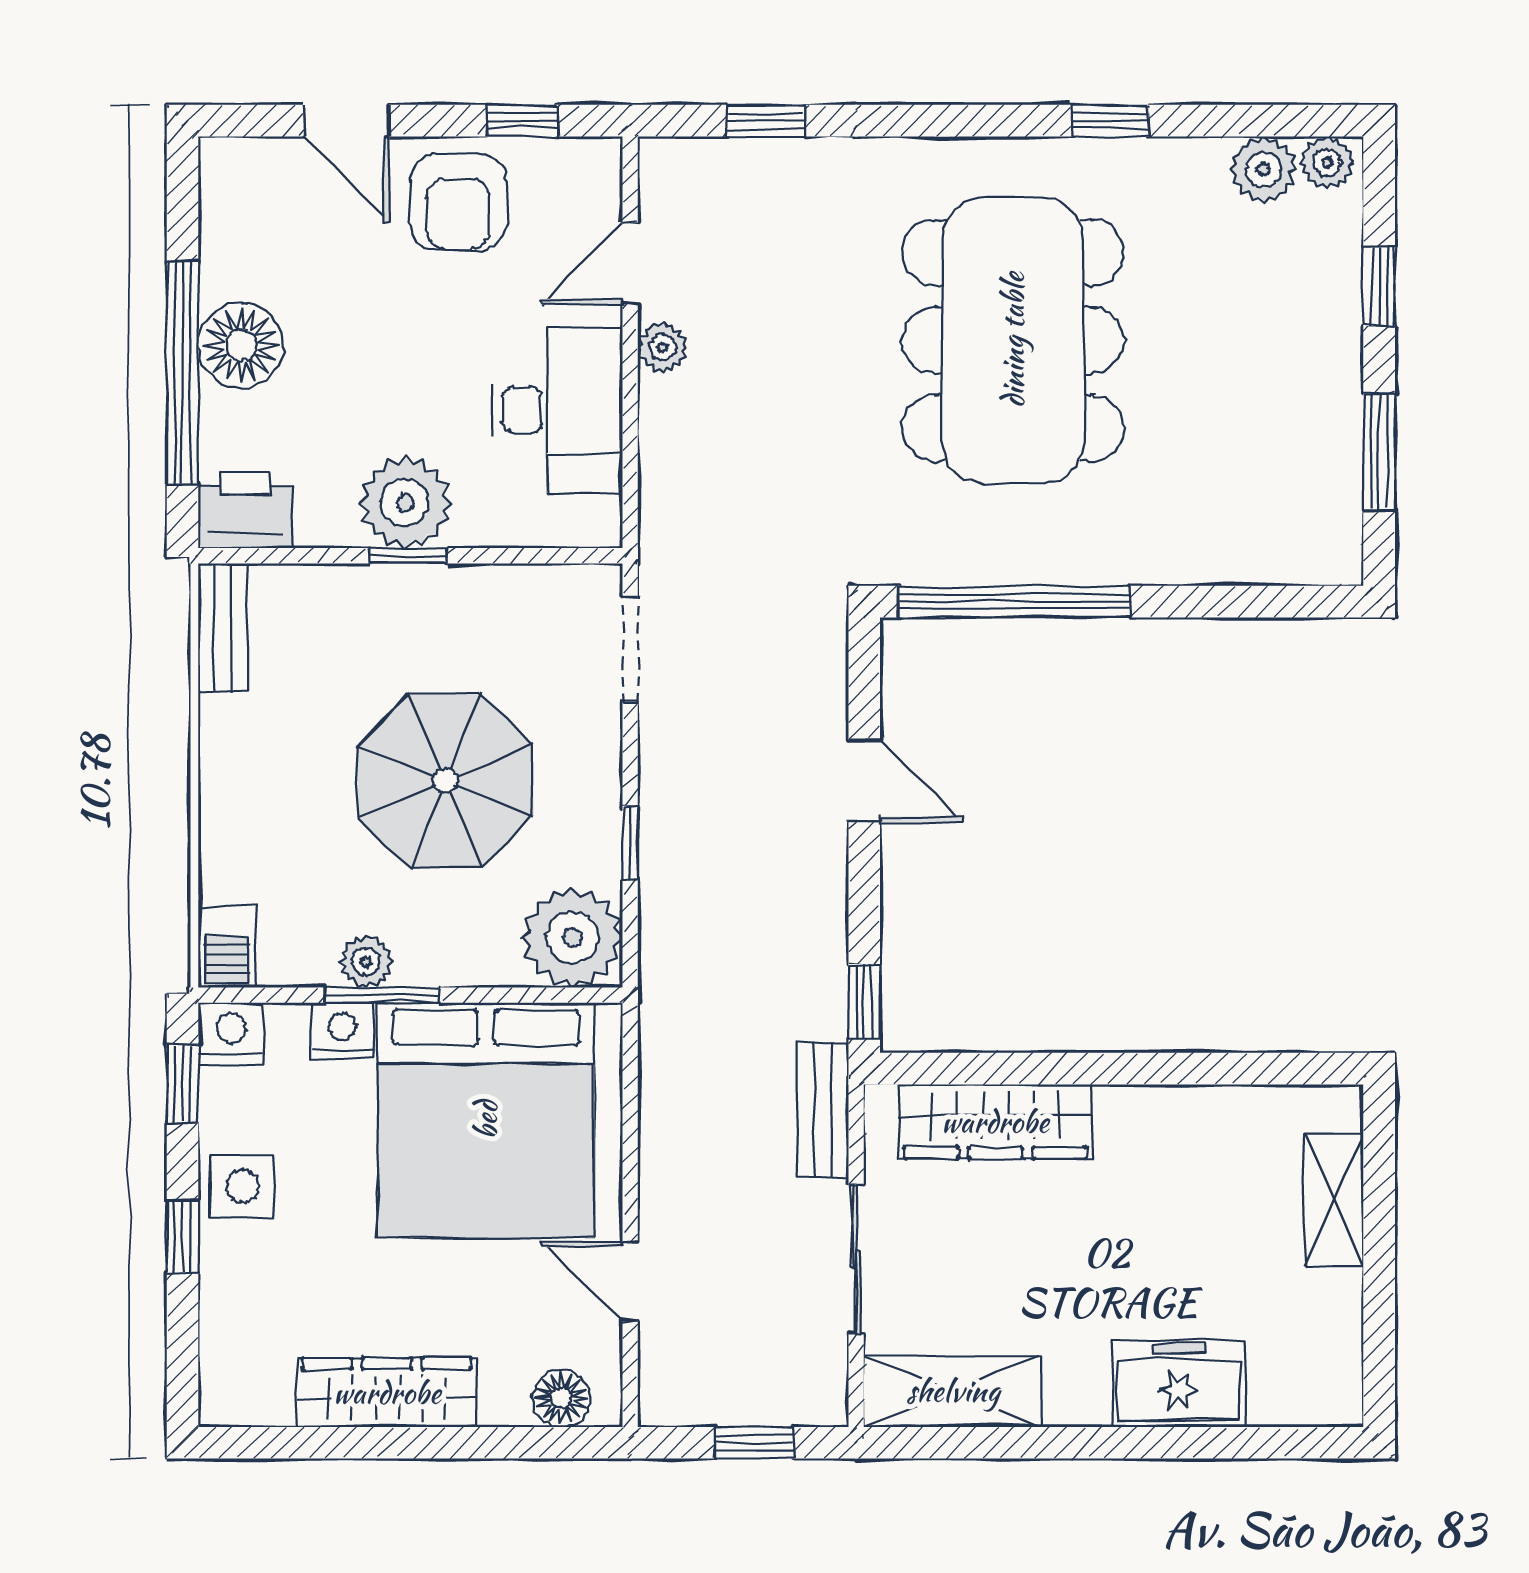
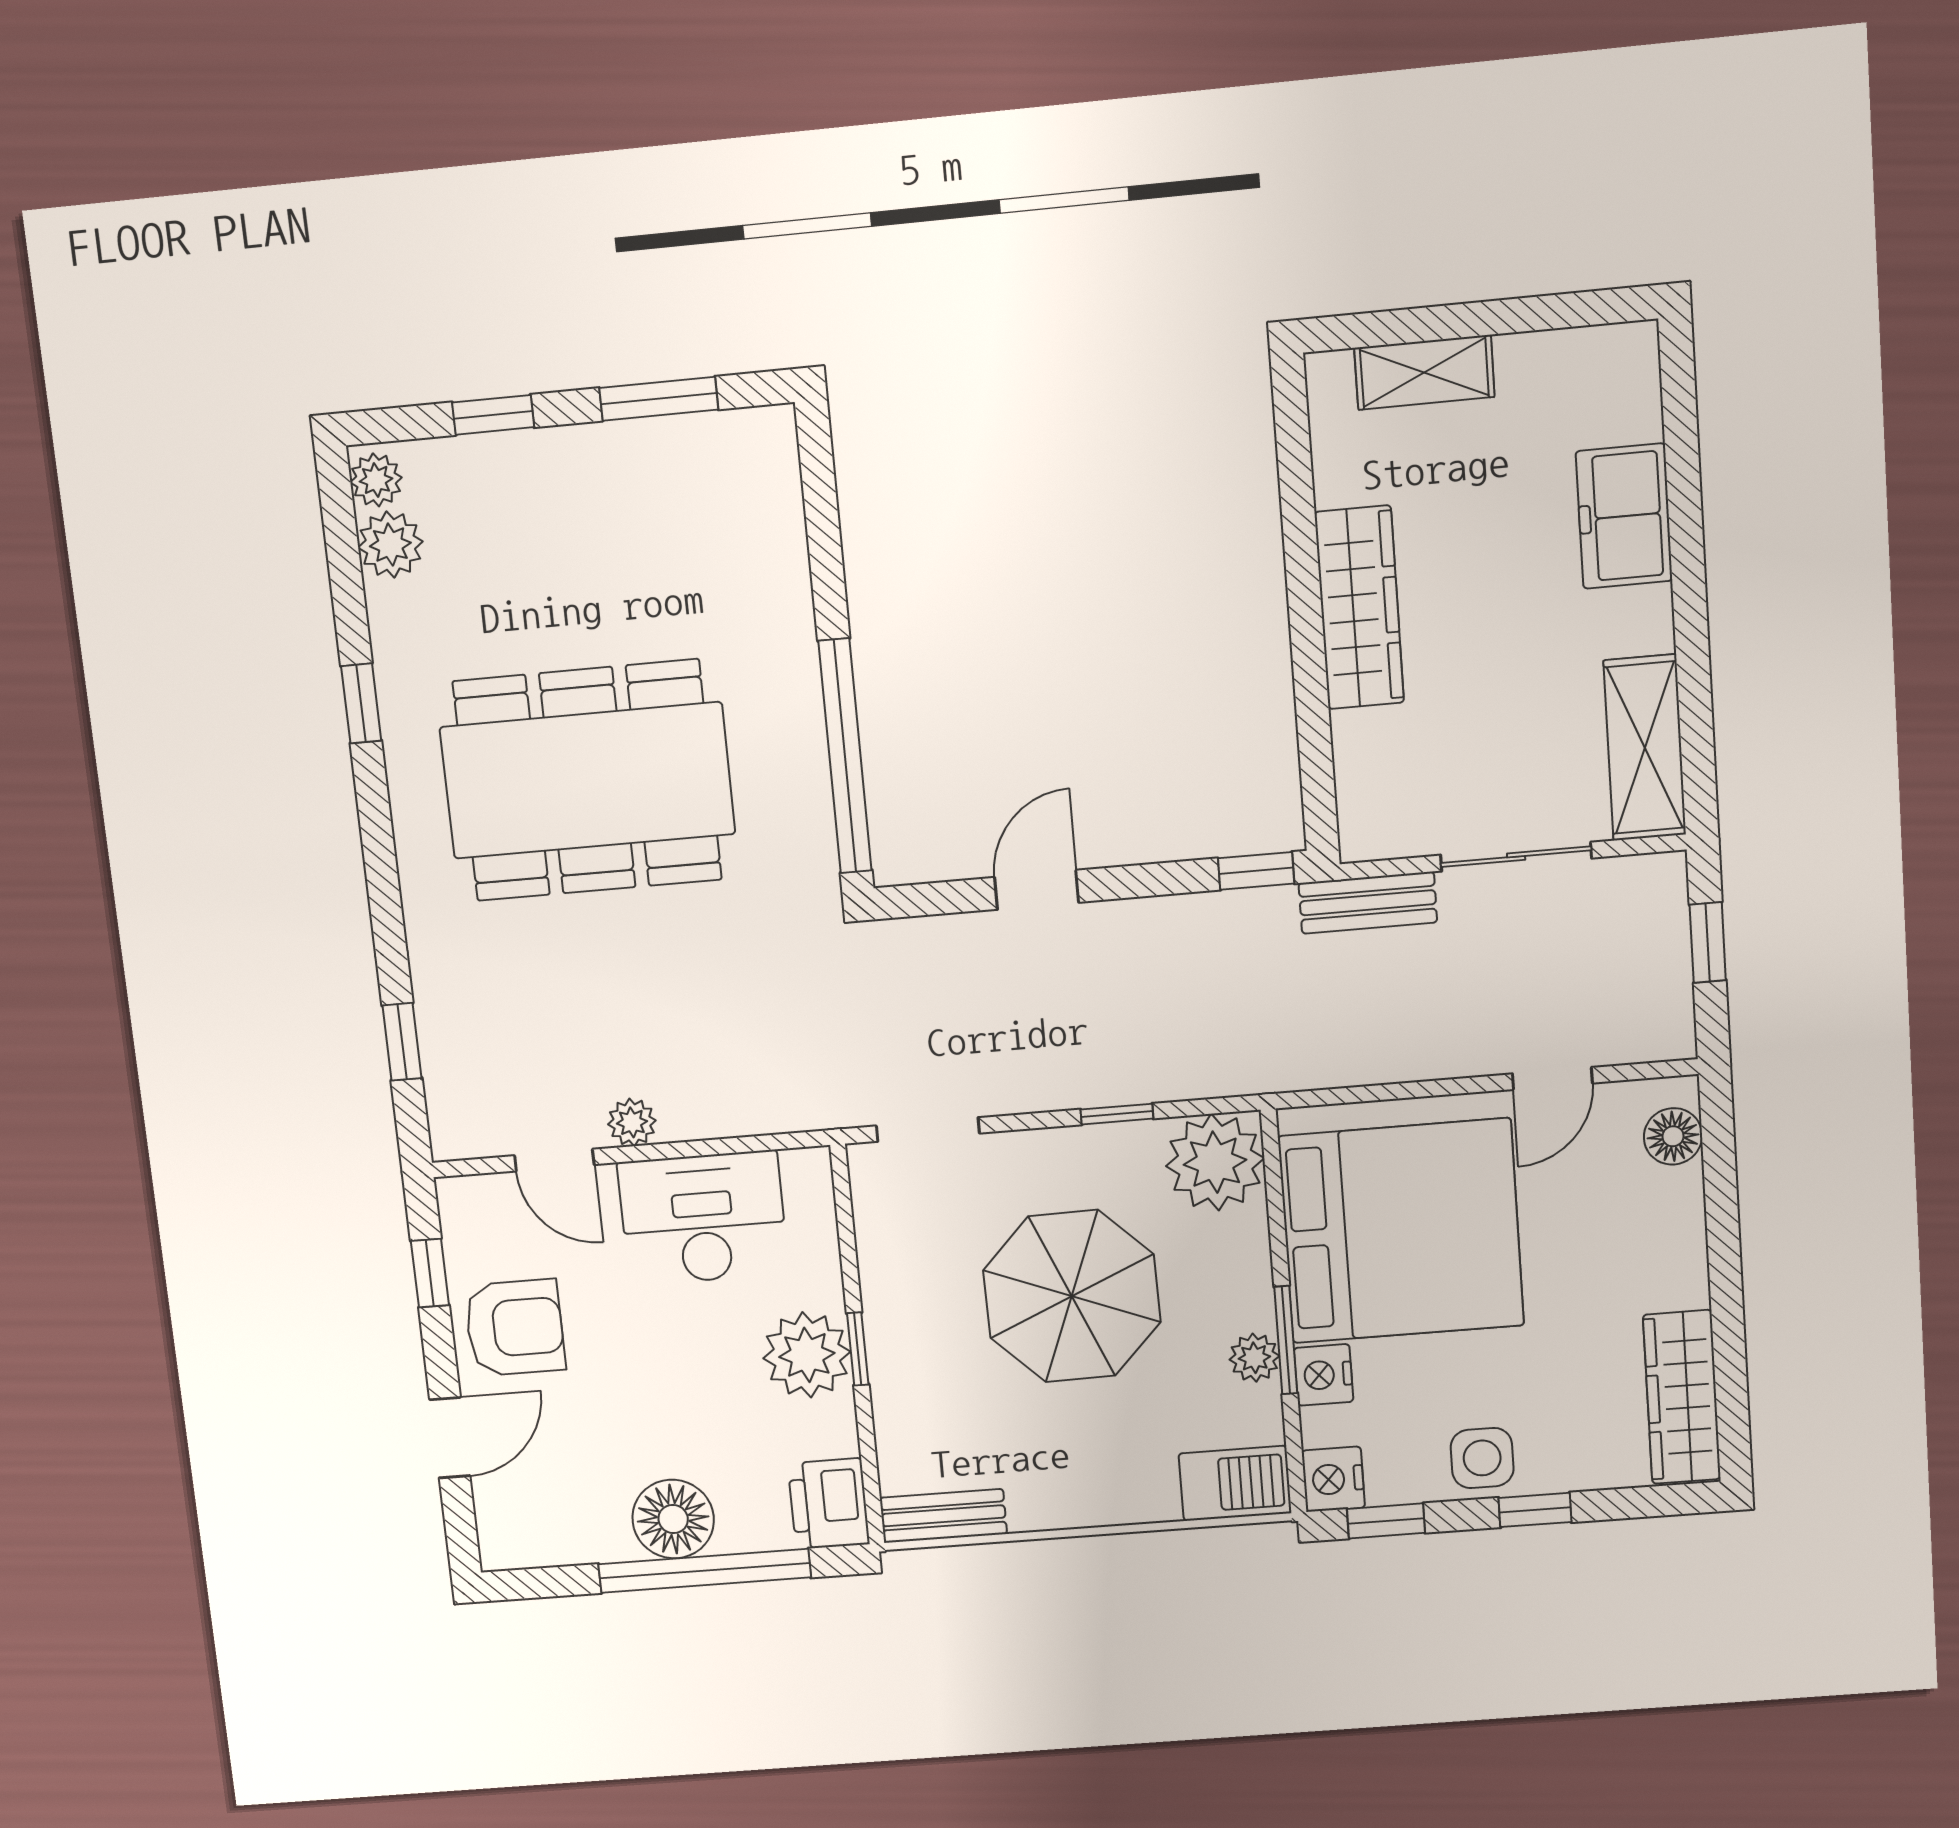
barbecue: (227, 947) -> (1235, 1483), width x1.38, depth x1.27
wardrobe: (995, 1122) -> (1359, 608), moved
wardrobe: (387, 1393) -> (1682, 1397), moved

